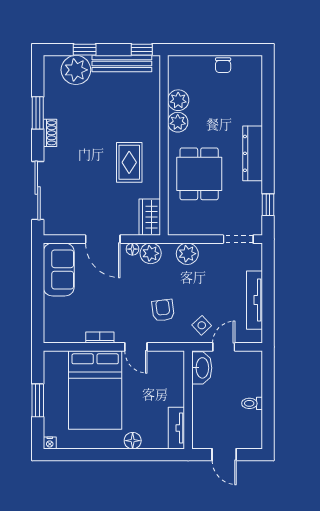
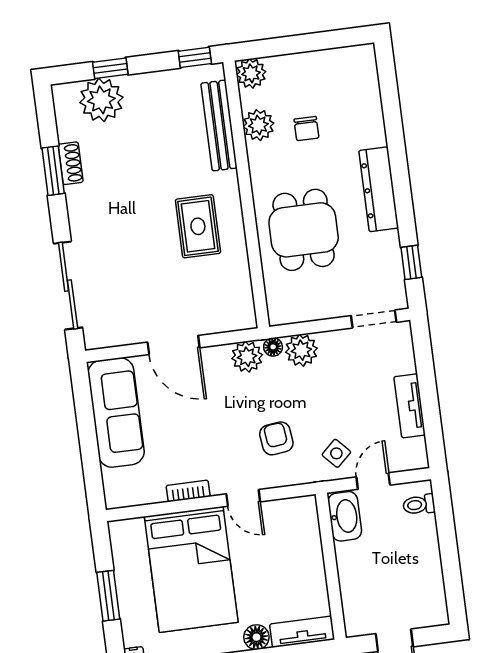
bench: (122, 64) -> (219, 126), moved, turned 90
chair: (223, 65) -> (306, 129), moved
plant: (178, 122) -> (251, 73), moved
shoe rack: (50, 133) -> (71, 163), moved
wardrobe: (150, 217) -> (239, 303), removed
floor lamp: (132, 249) -> (273, 347), moved
sofa: (59, 269) -> (116, 412), width x1.36
tv unit: (255, 300) -> (410, 406), width x0.71
toilet: (252, 403) -> (419, 505), moved
tv unit: (176, 428) -> (302, 632), moved, turned 90

